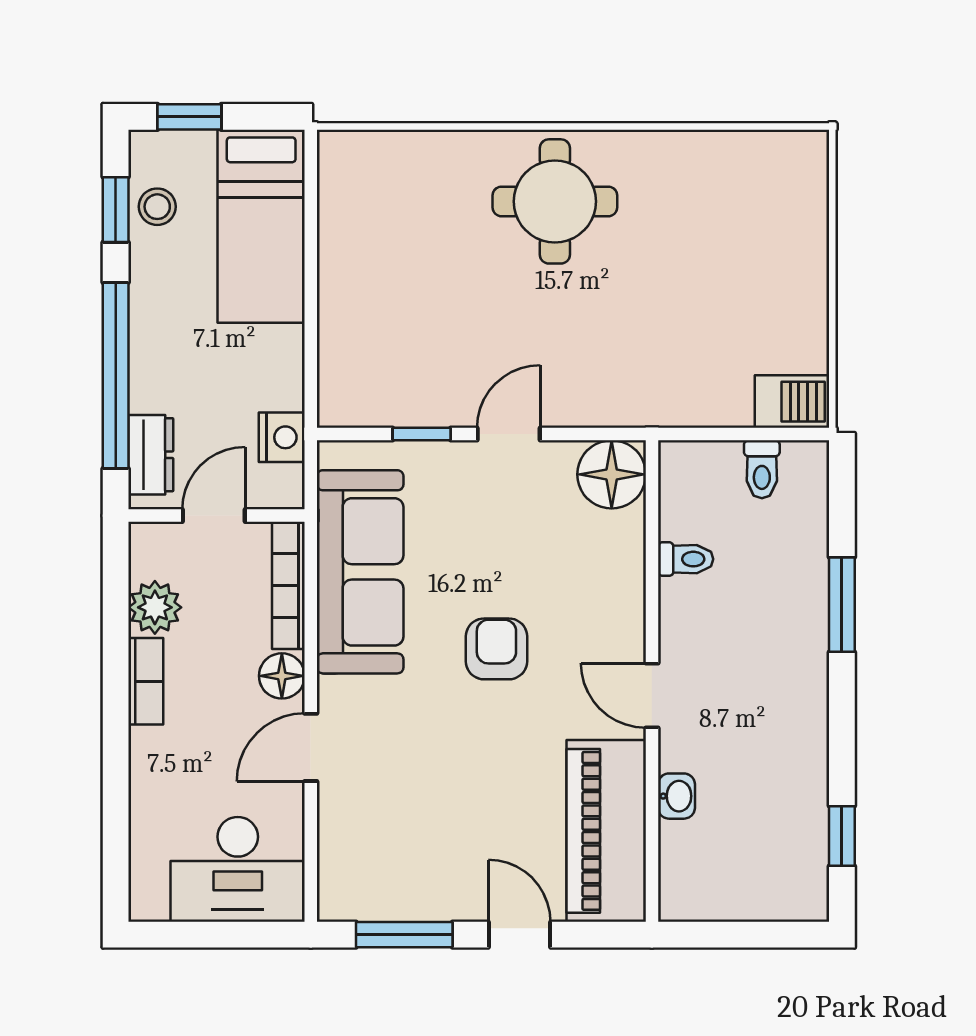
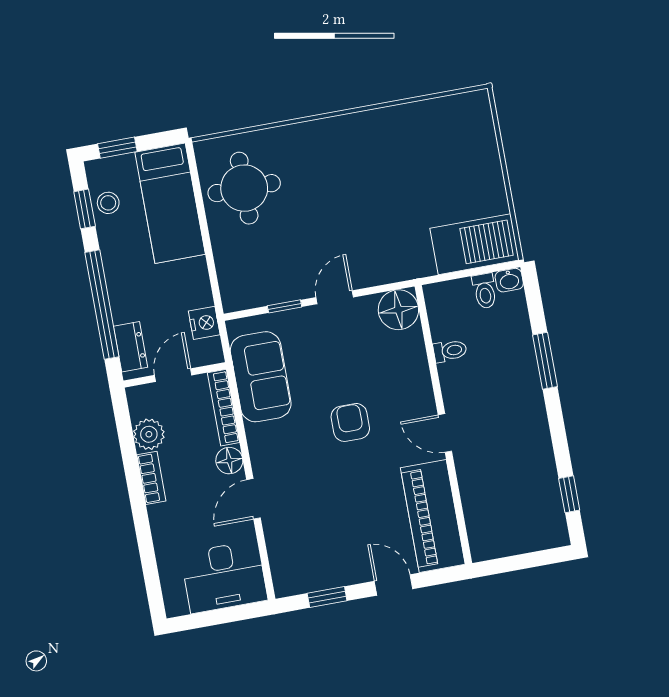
round table: (555, 201) -> (244, 188), moved
barbecue: (792, 402) -> (474, 244), width x1.88, depth x1.53
sofa: (360, 572) -> (261, 377), width x0.73
washbasin: (676, 796) -> (509, 280), moved, turned 90
window: (404, 935) -> (327, 597), width x0.67

